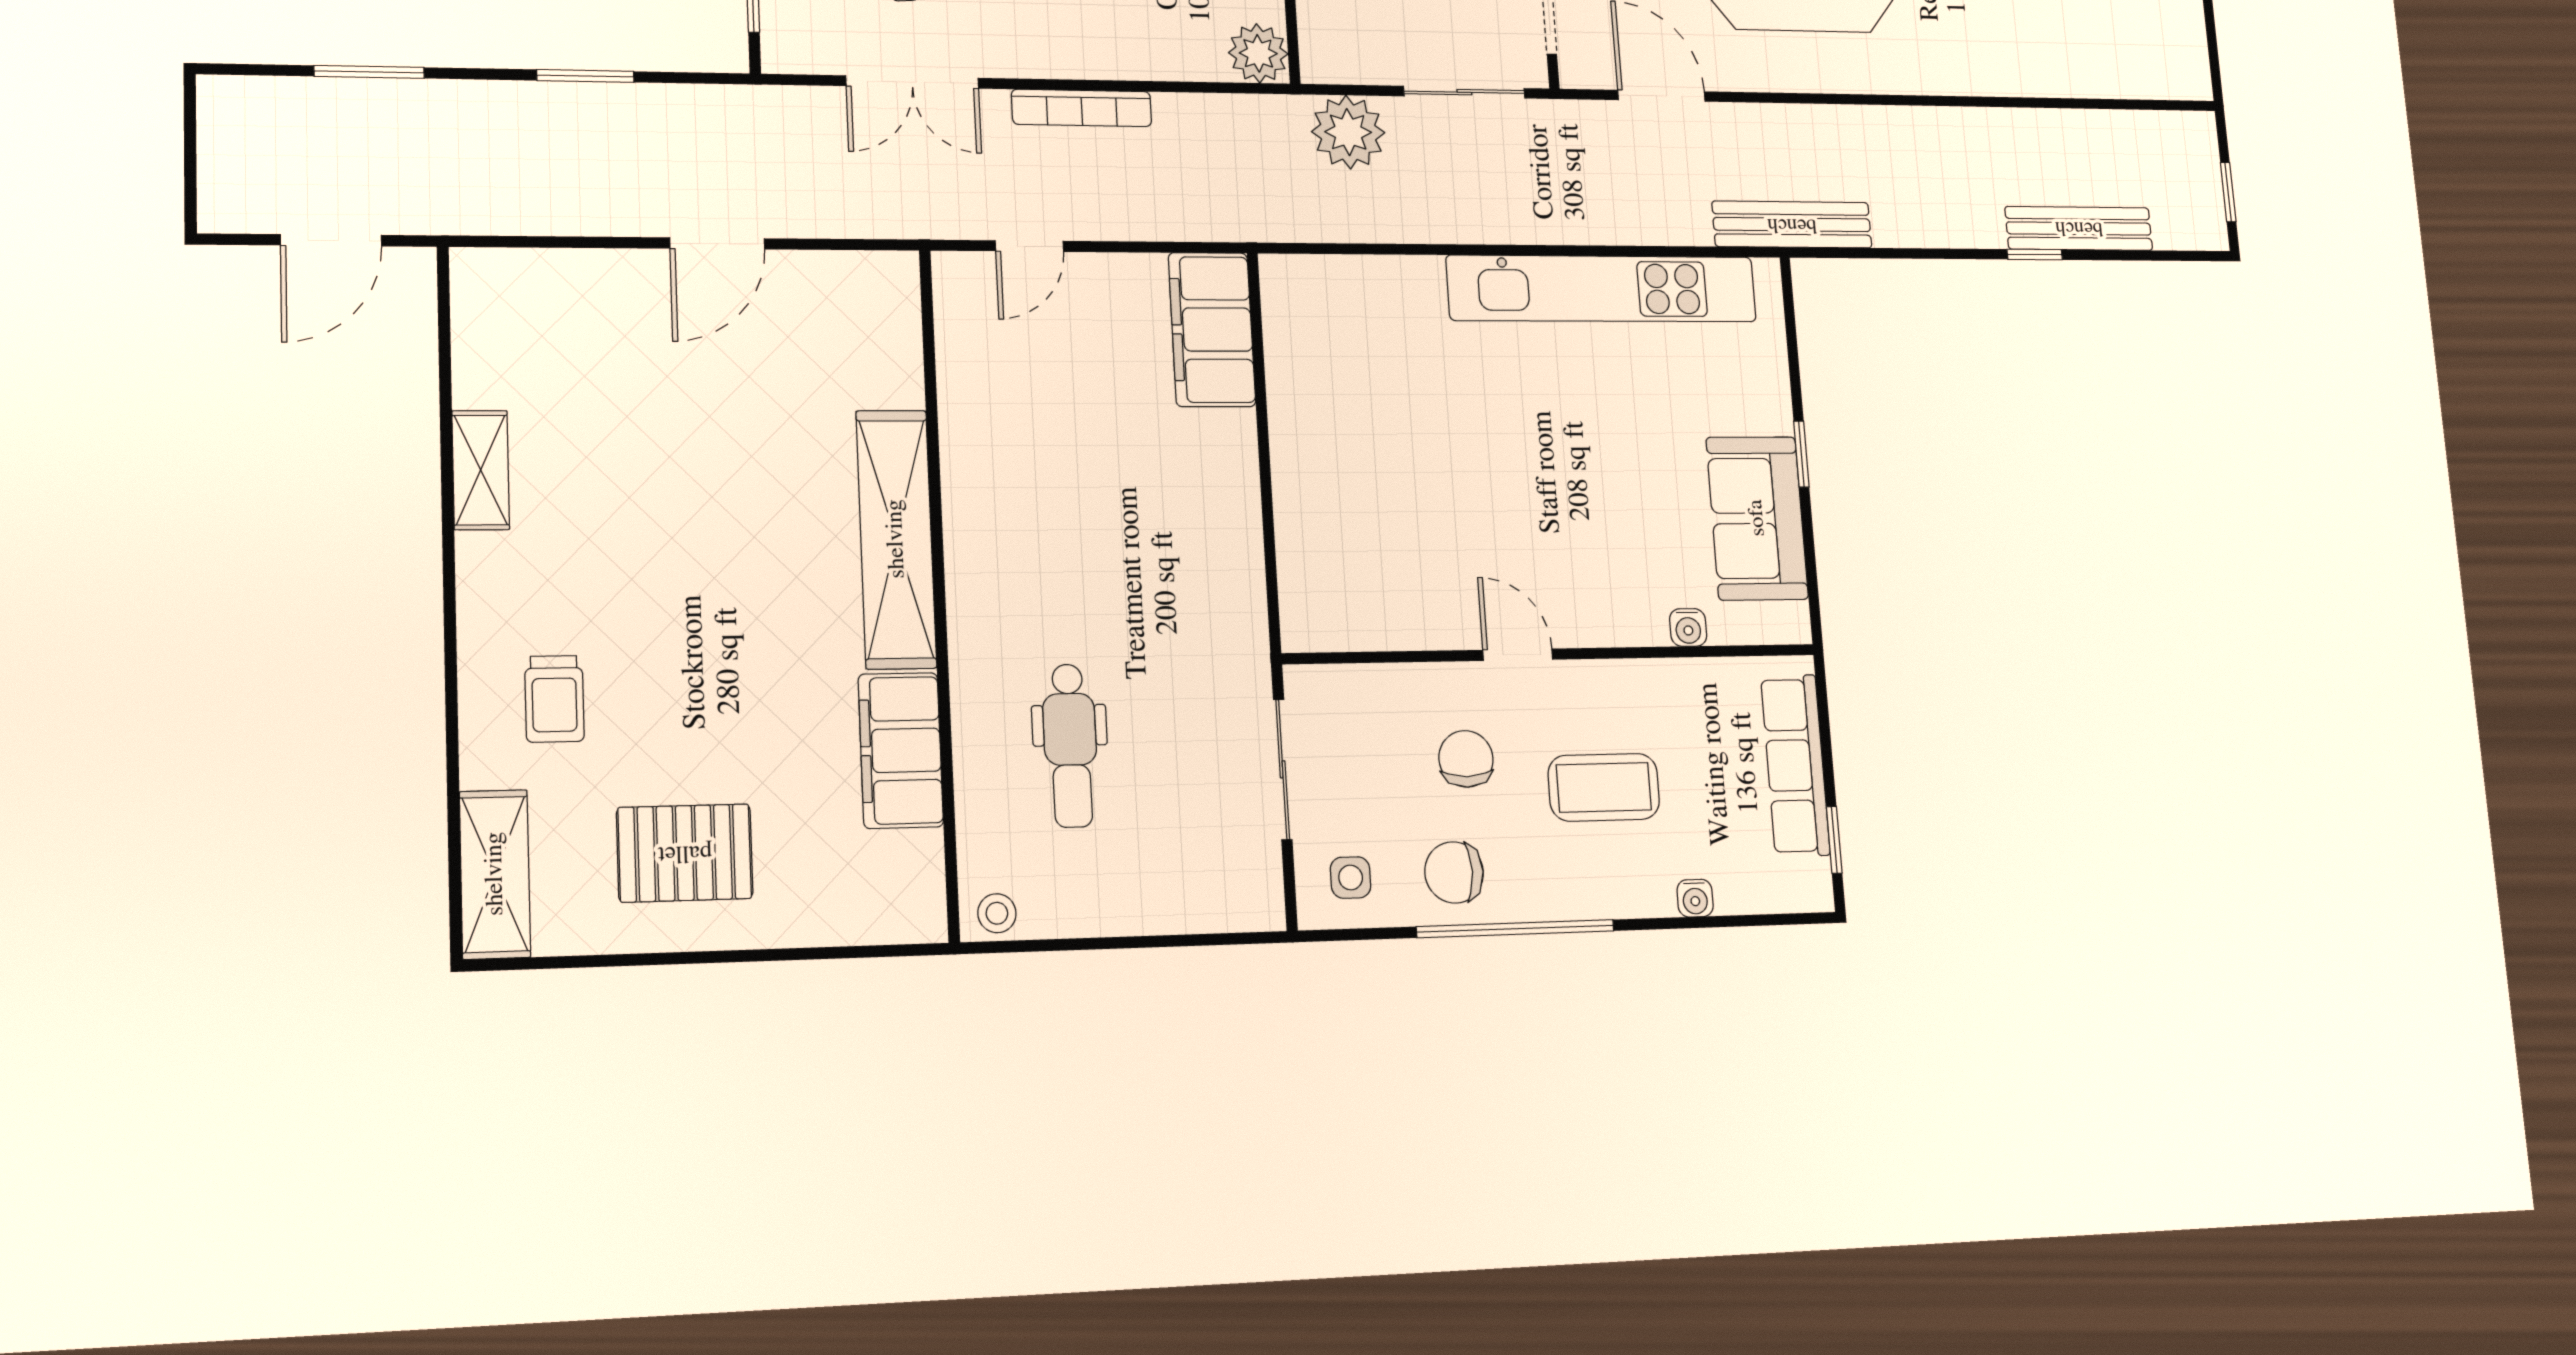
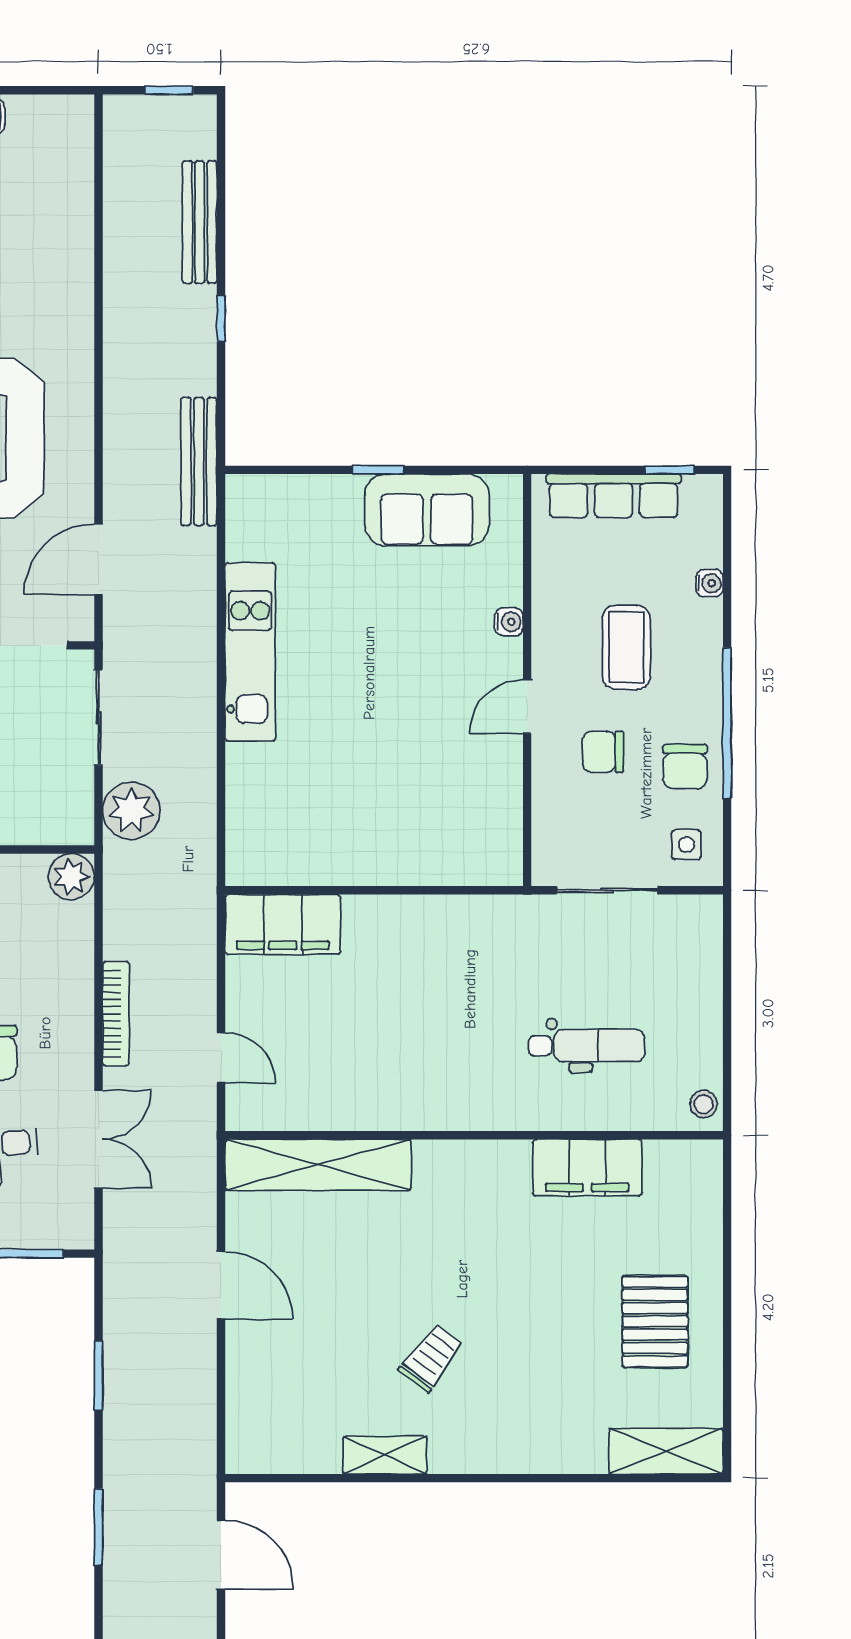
window: (2035, 254) -> (221, 319), moved
kitchen unit: (1602, 289) -> (250, 652), width x0.73
shelving: (896, 539) -> (318, 1165), moved
water cooler: (1688, 627) -> (509, 622), moved
trolley: (554, 699) -> (431, 1358), moved, turned -53

